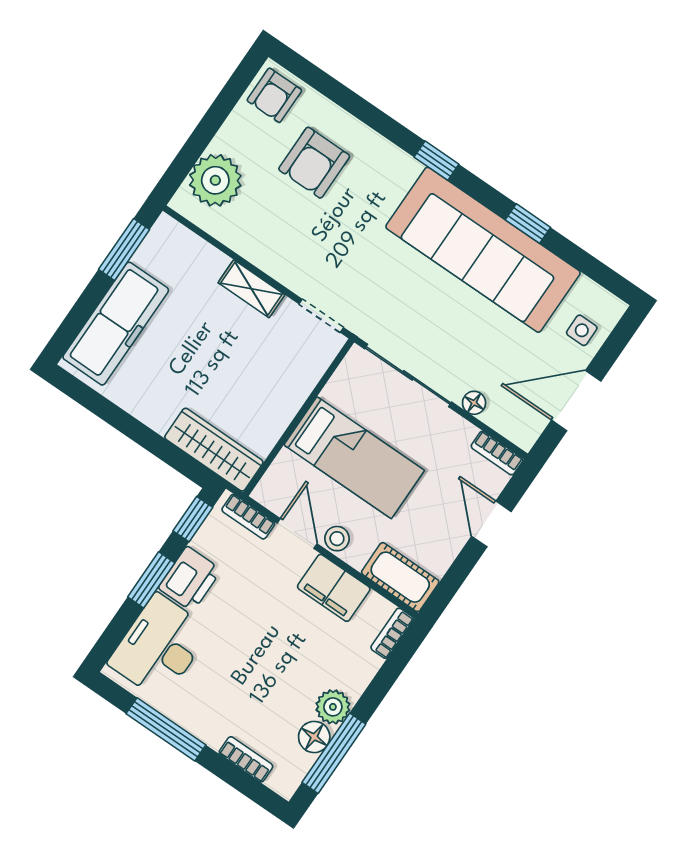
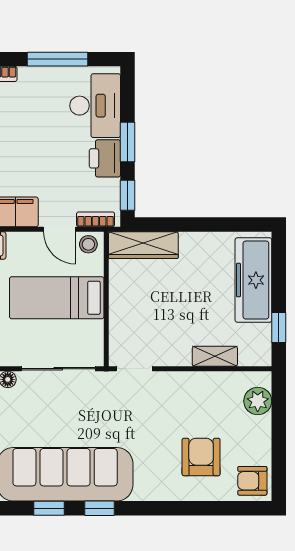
armchair: (274, 95) -> (252, 481), turned -90
window: (436, 161) -> (99, 508), moved
plant: (215, 180) -> (258, 401), width x0.73, depth x0.73
window: (124, 249) -> (279, 328), width x0.67
shelving: (251, 289) -> (215, 356), moved
stool: (337, 539) -> (88, 244), moved

